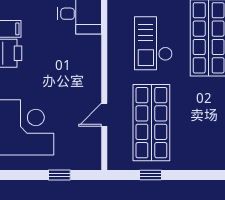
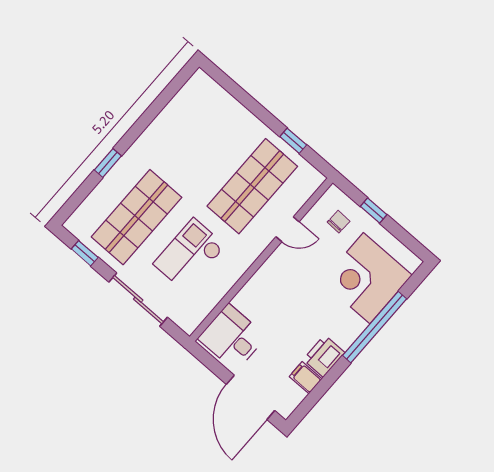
checkout: (153, 43) -> (189, 255), turned 180
chair: (76, 148) -> (339, 222), added

